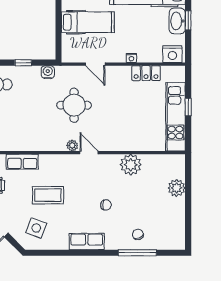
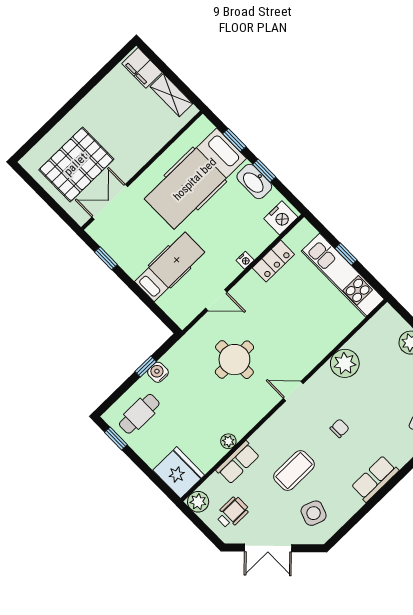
water cooler: (48, 72) -> (158, 372), moved
plant: (72, 145) -> (228, 441), moved
chair: (106, 205) -> (340, 428), moved

